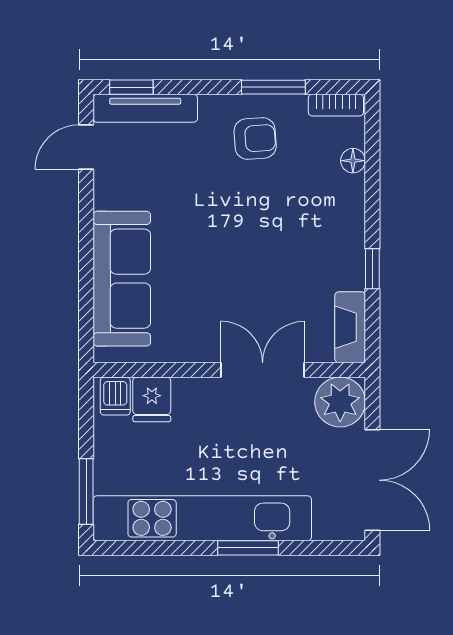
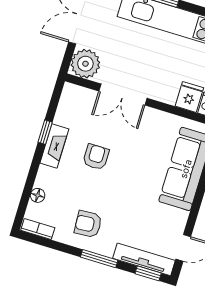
window: (273, 87) -> (99, 259), moved
armchair: (276, 253) -> (96, 157), added
fireplace: (350, 327) -> (54, 146), moved

